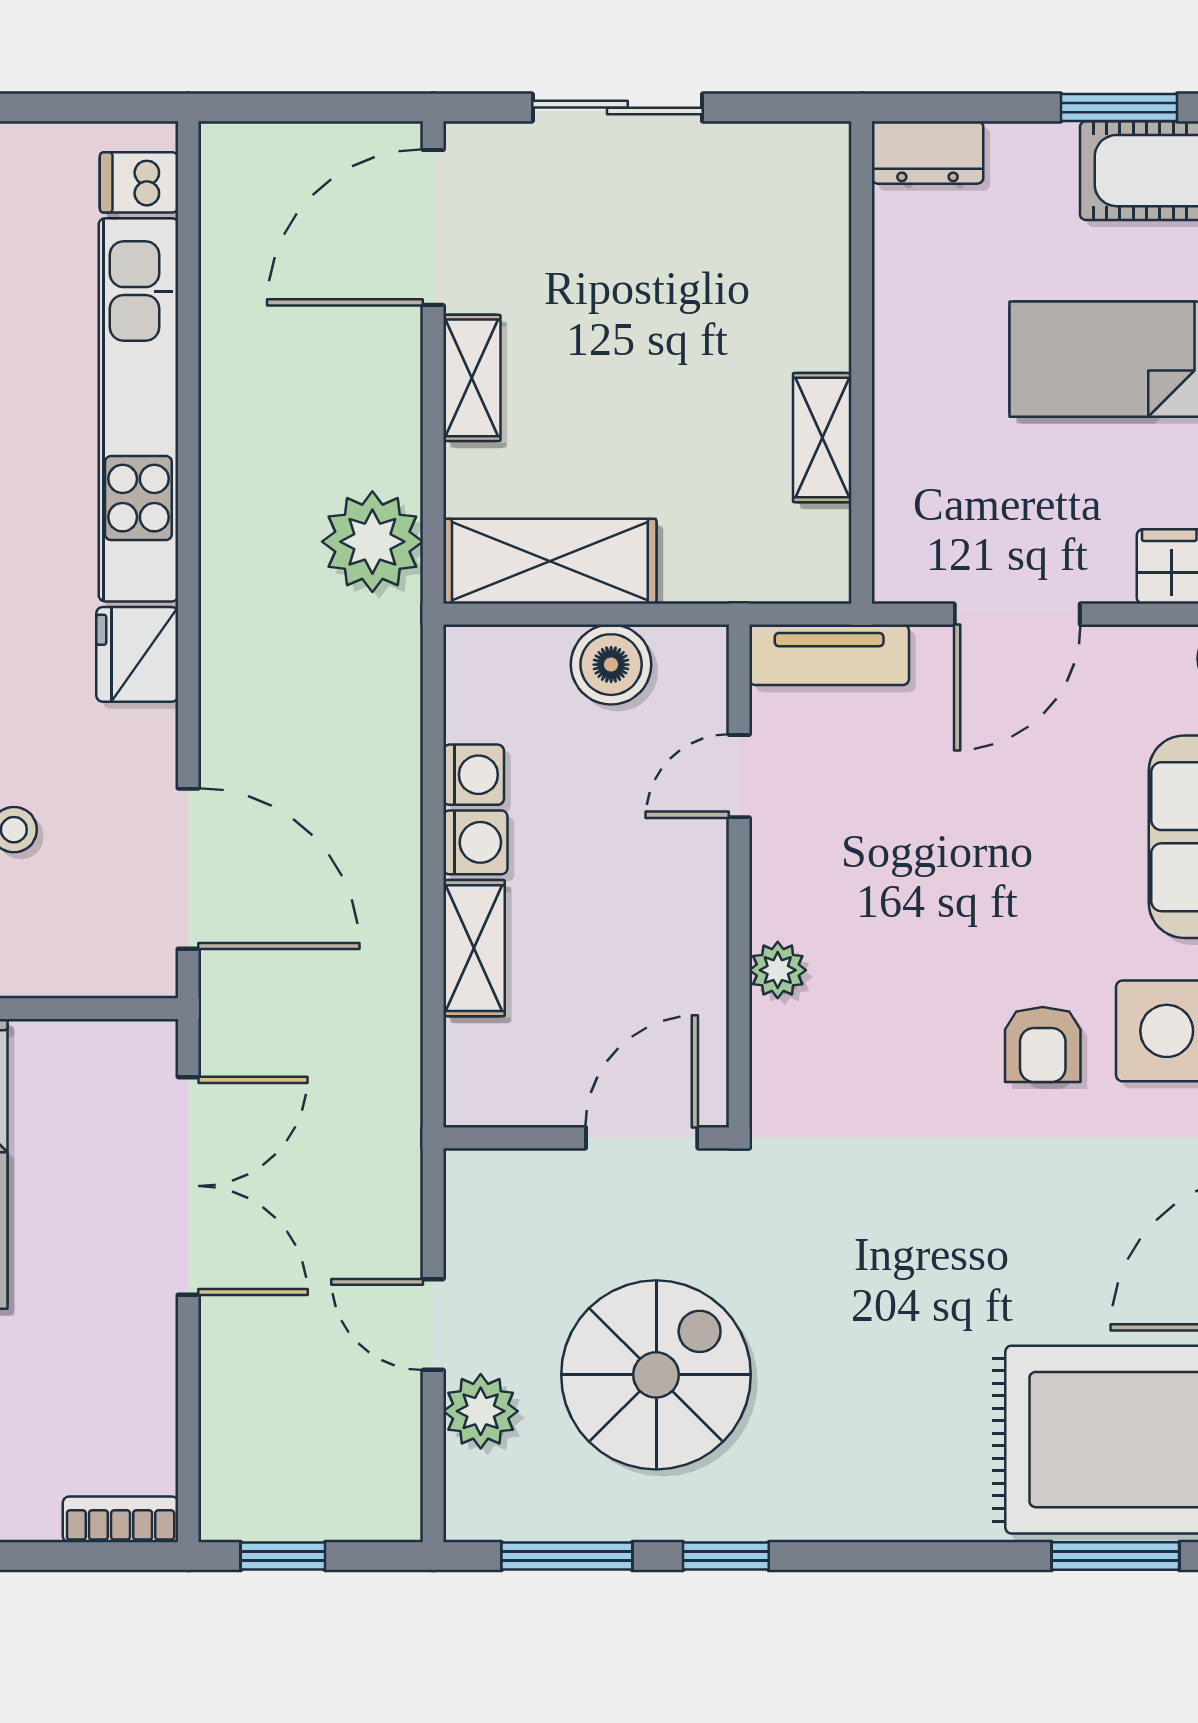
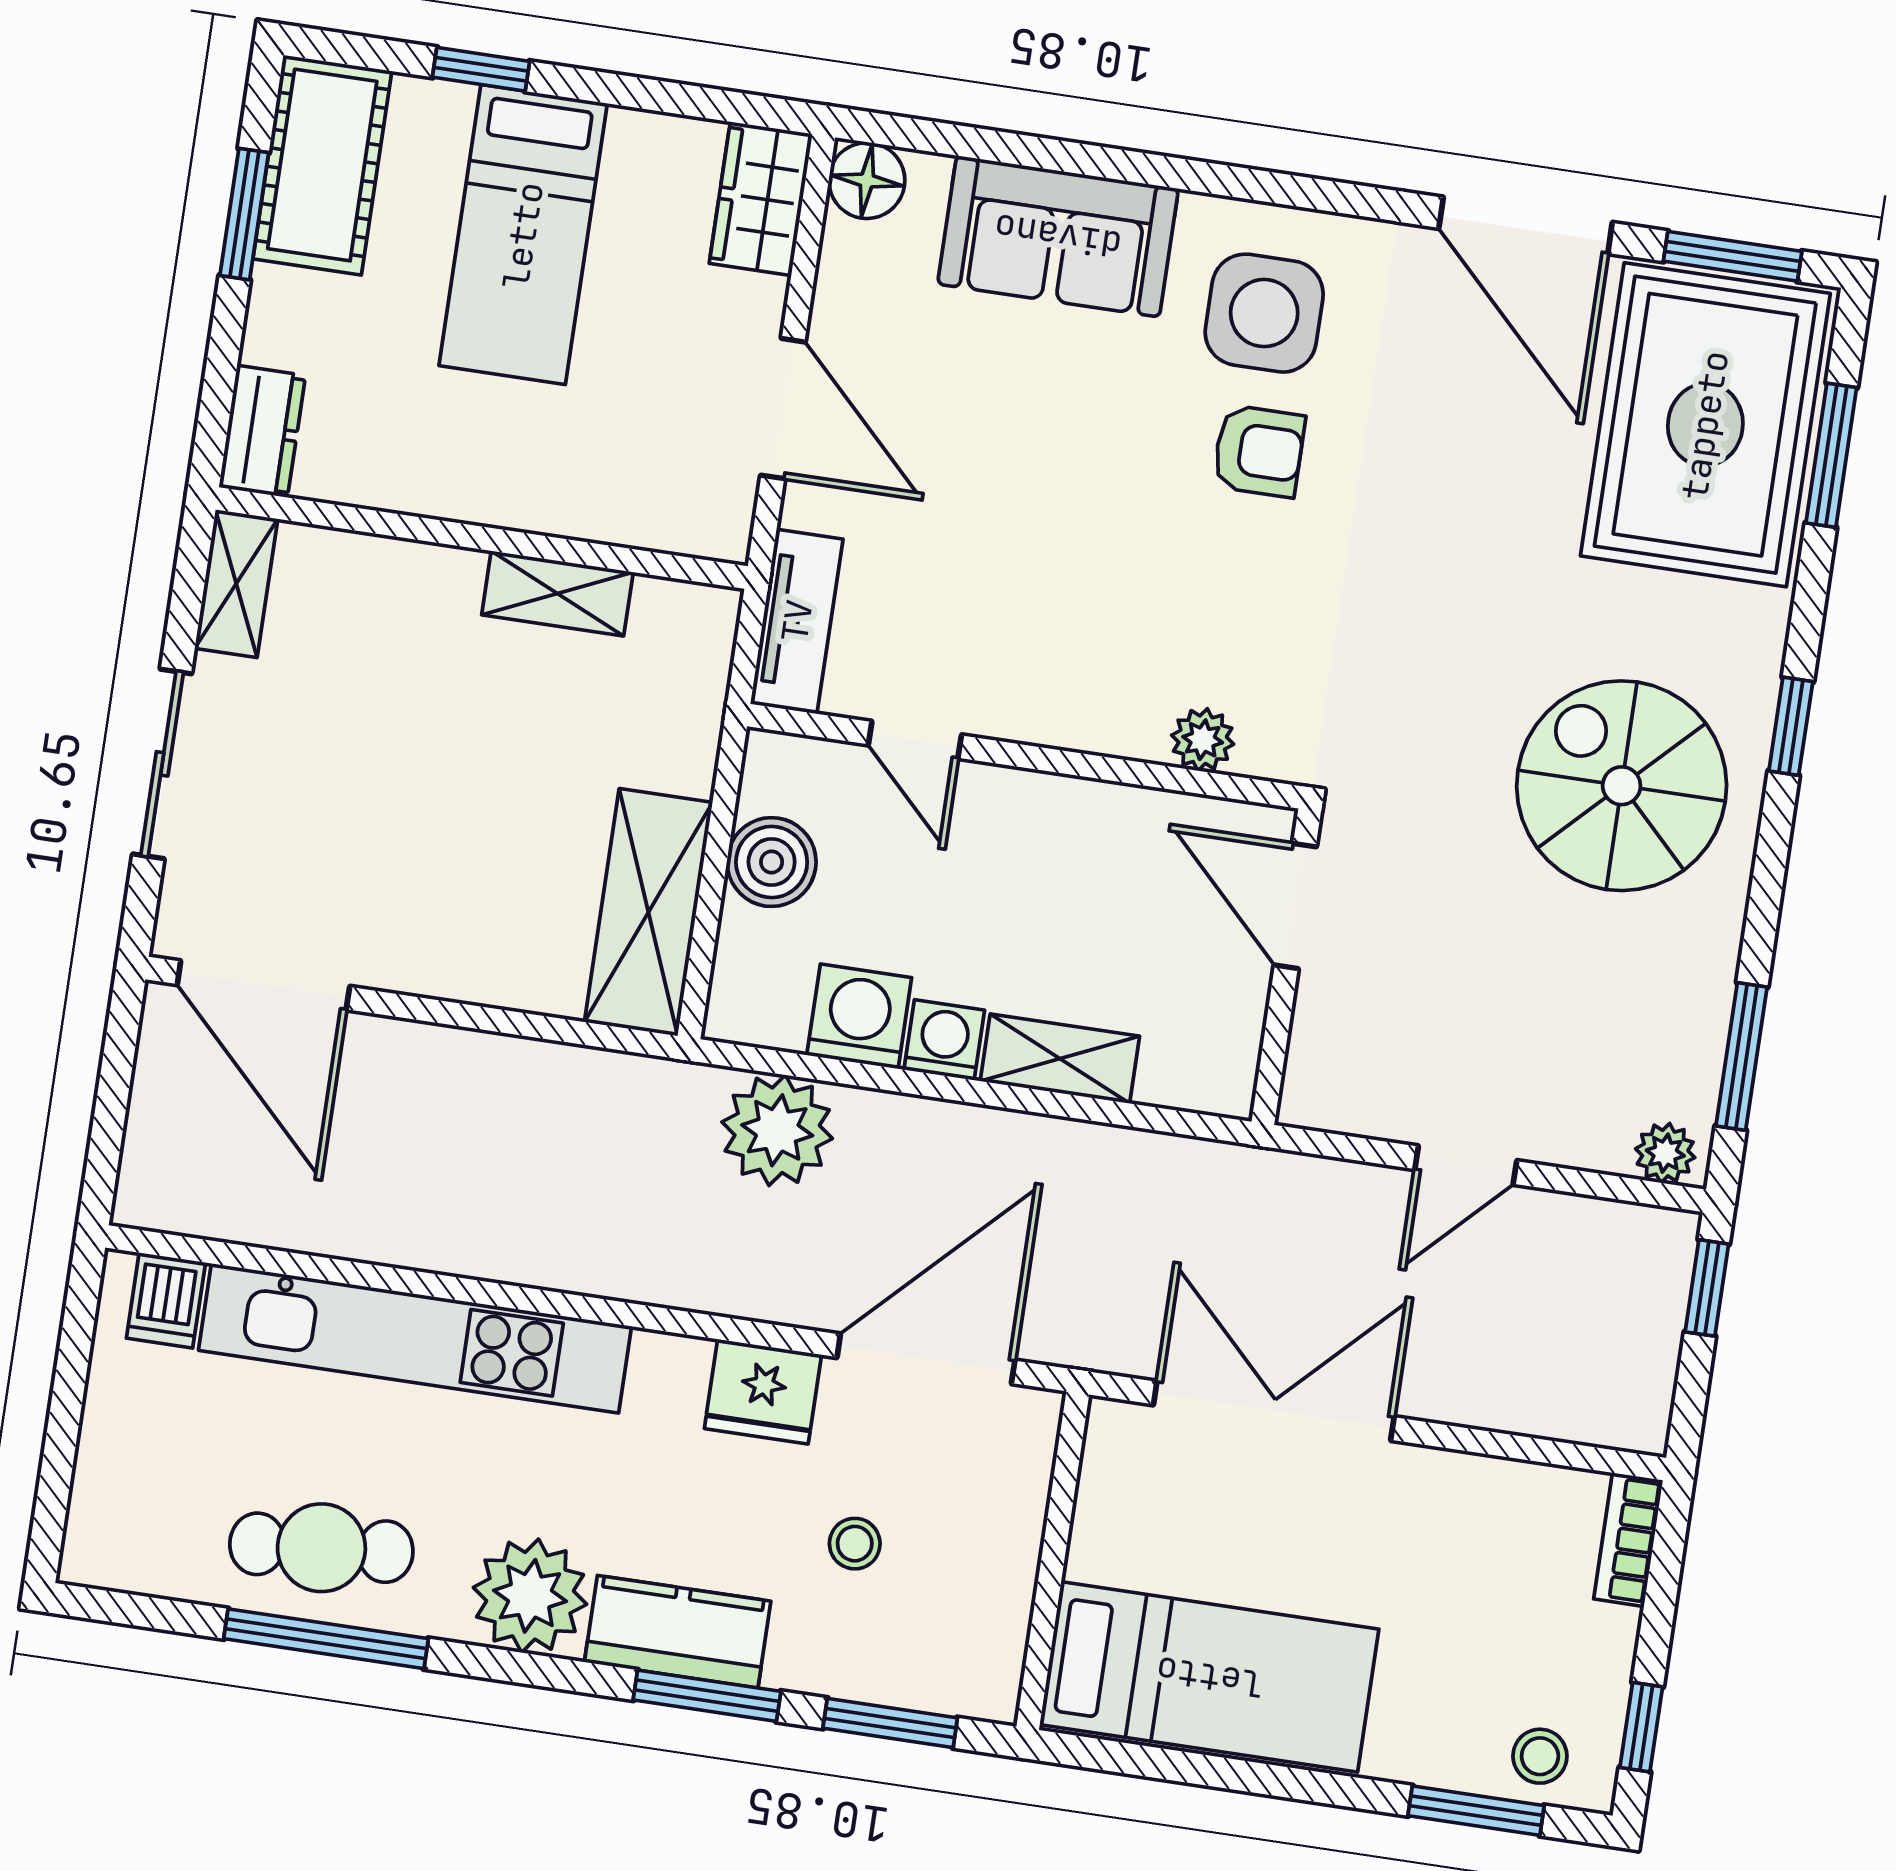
shelving: (472, 378) -> (236, 584), moved, turned 90
plant: (372, 542) -> (777, 1130), moved
fridge: (137, 654) -> (763, 1392), moved
washing machine: (474, 775) -> (859, 1016), width x1.38, depth x1.38
plant: (778, 970) -> (1203, 740), moved
spiral stairs: (656, 1375) -> (1622, 786), moved
plant: (481, 1411) -> (1665, 1153), moved, width x0.73, depth x0.73
window: (283, 1556) -> (1707, 1288), moved
window: (726, 1556) -> (1791, 726), moved

